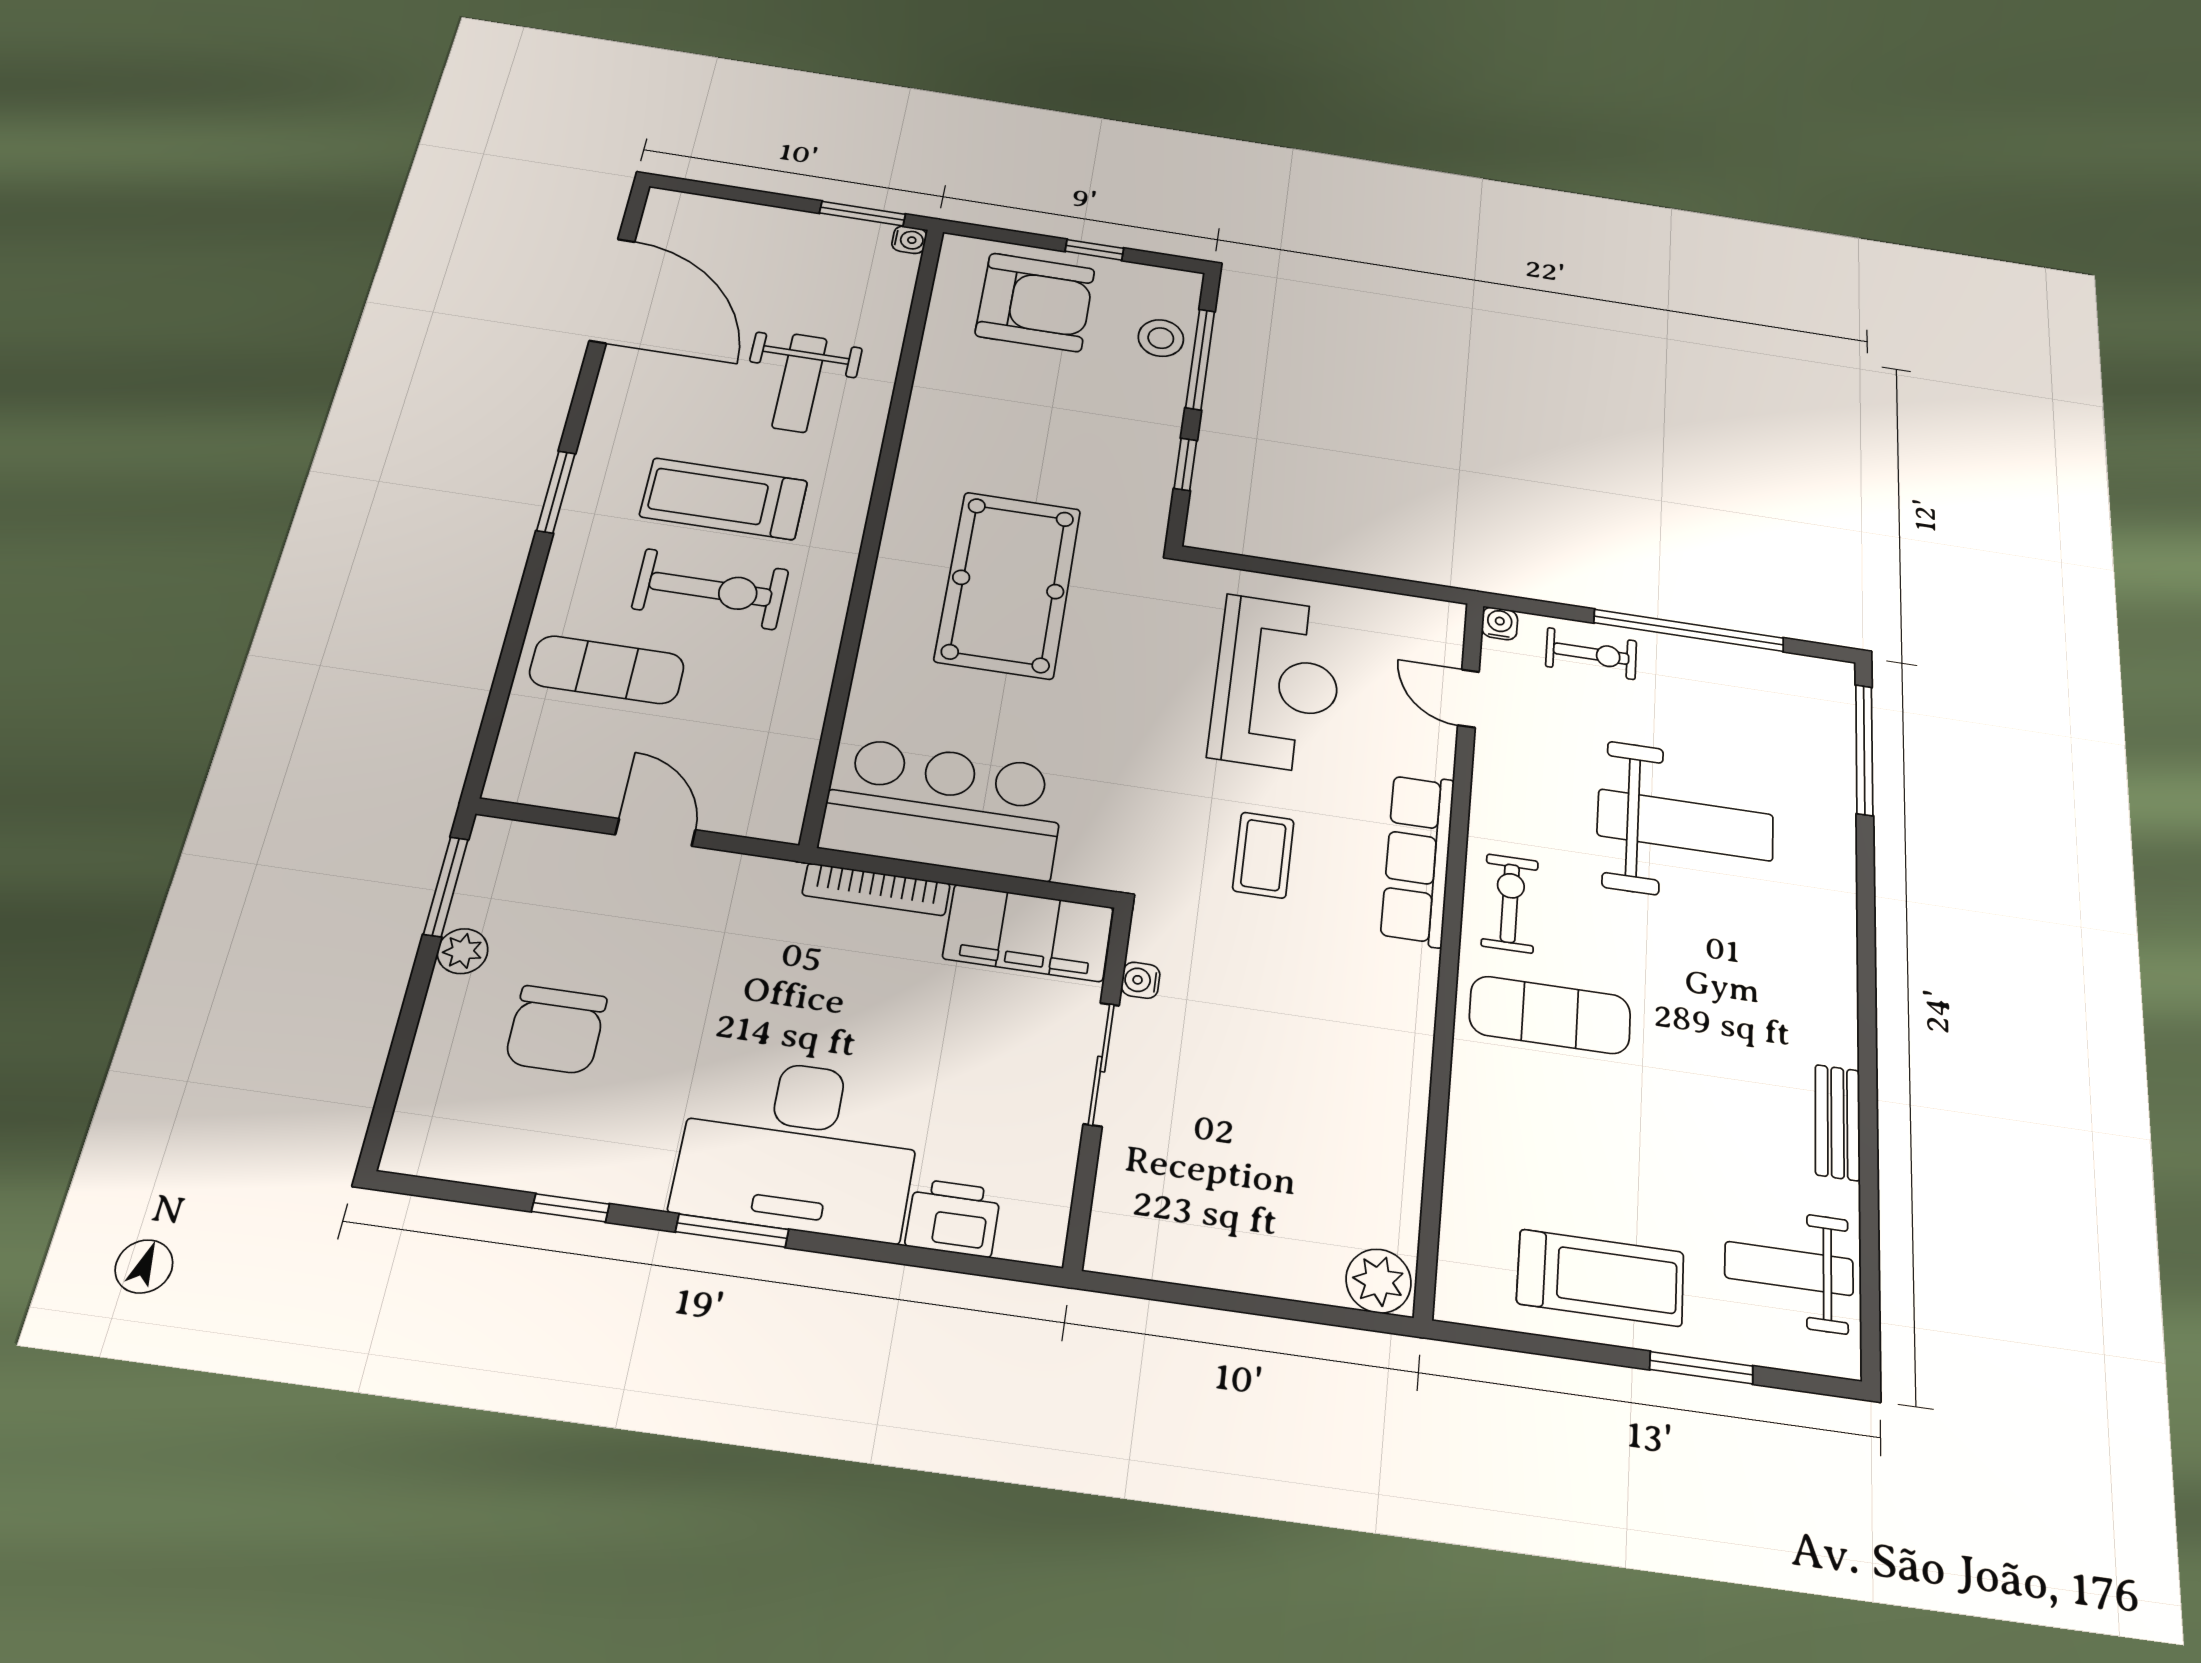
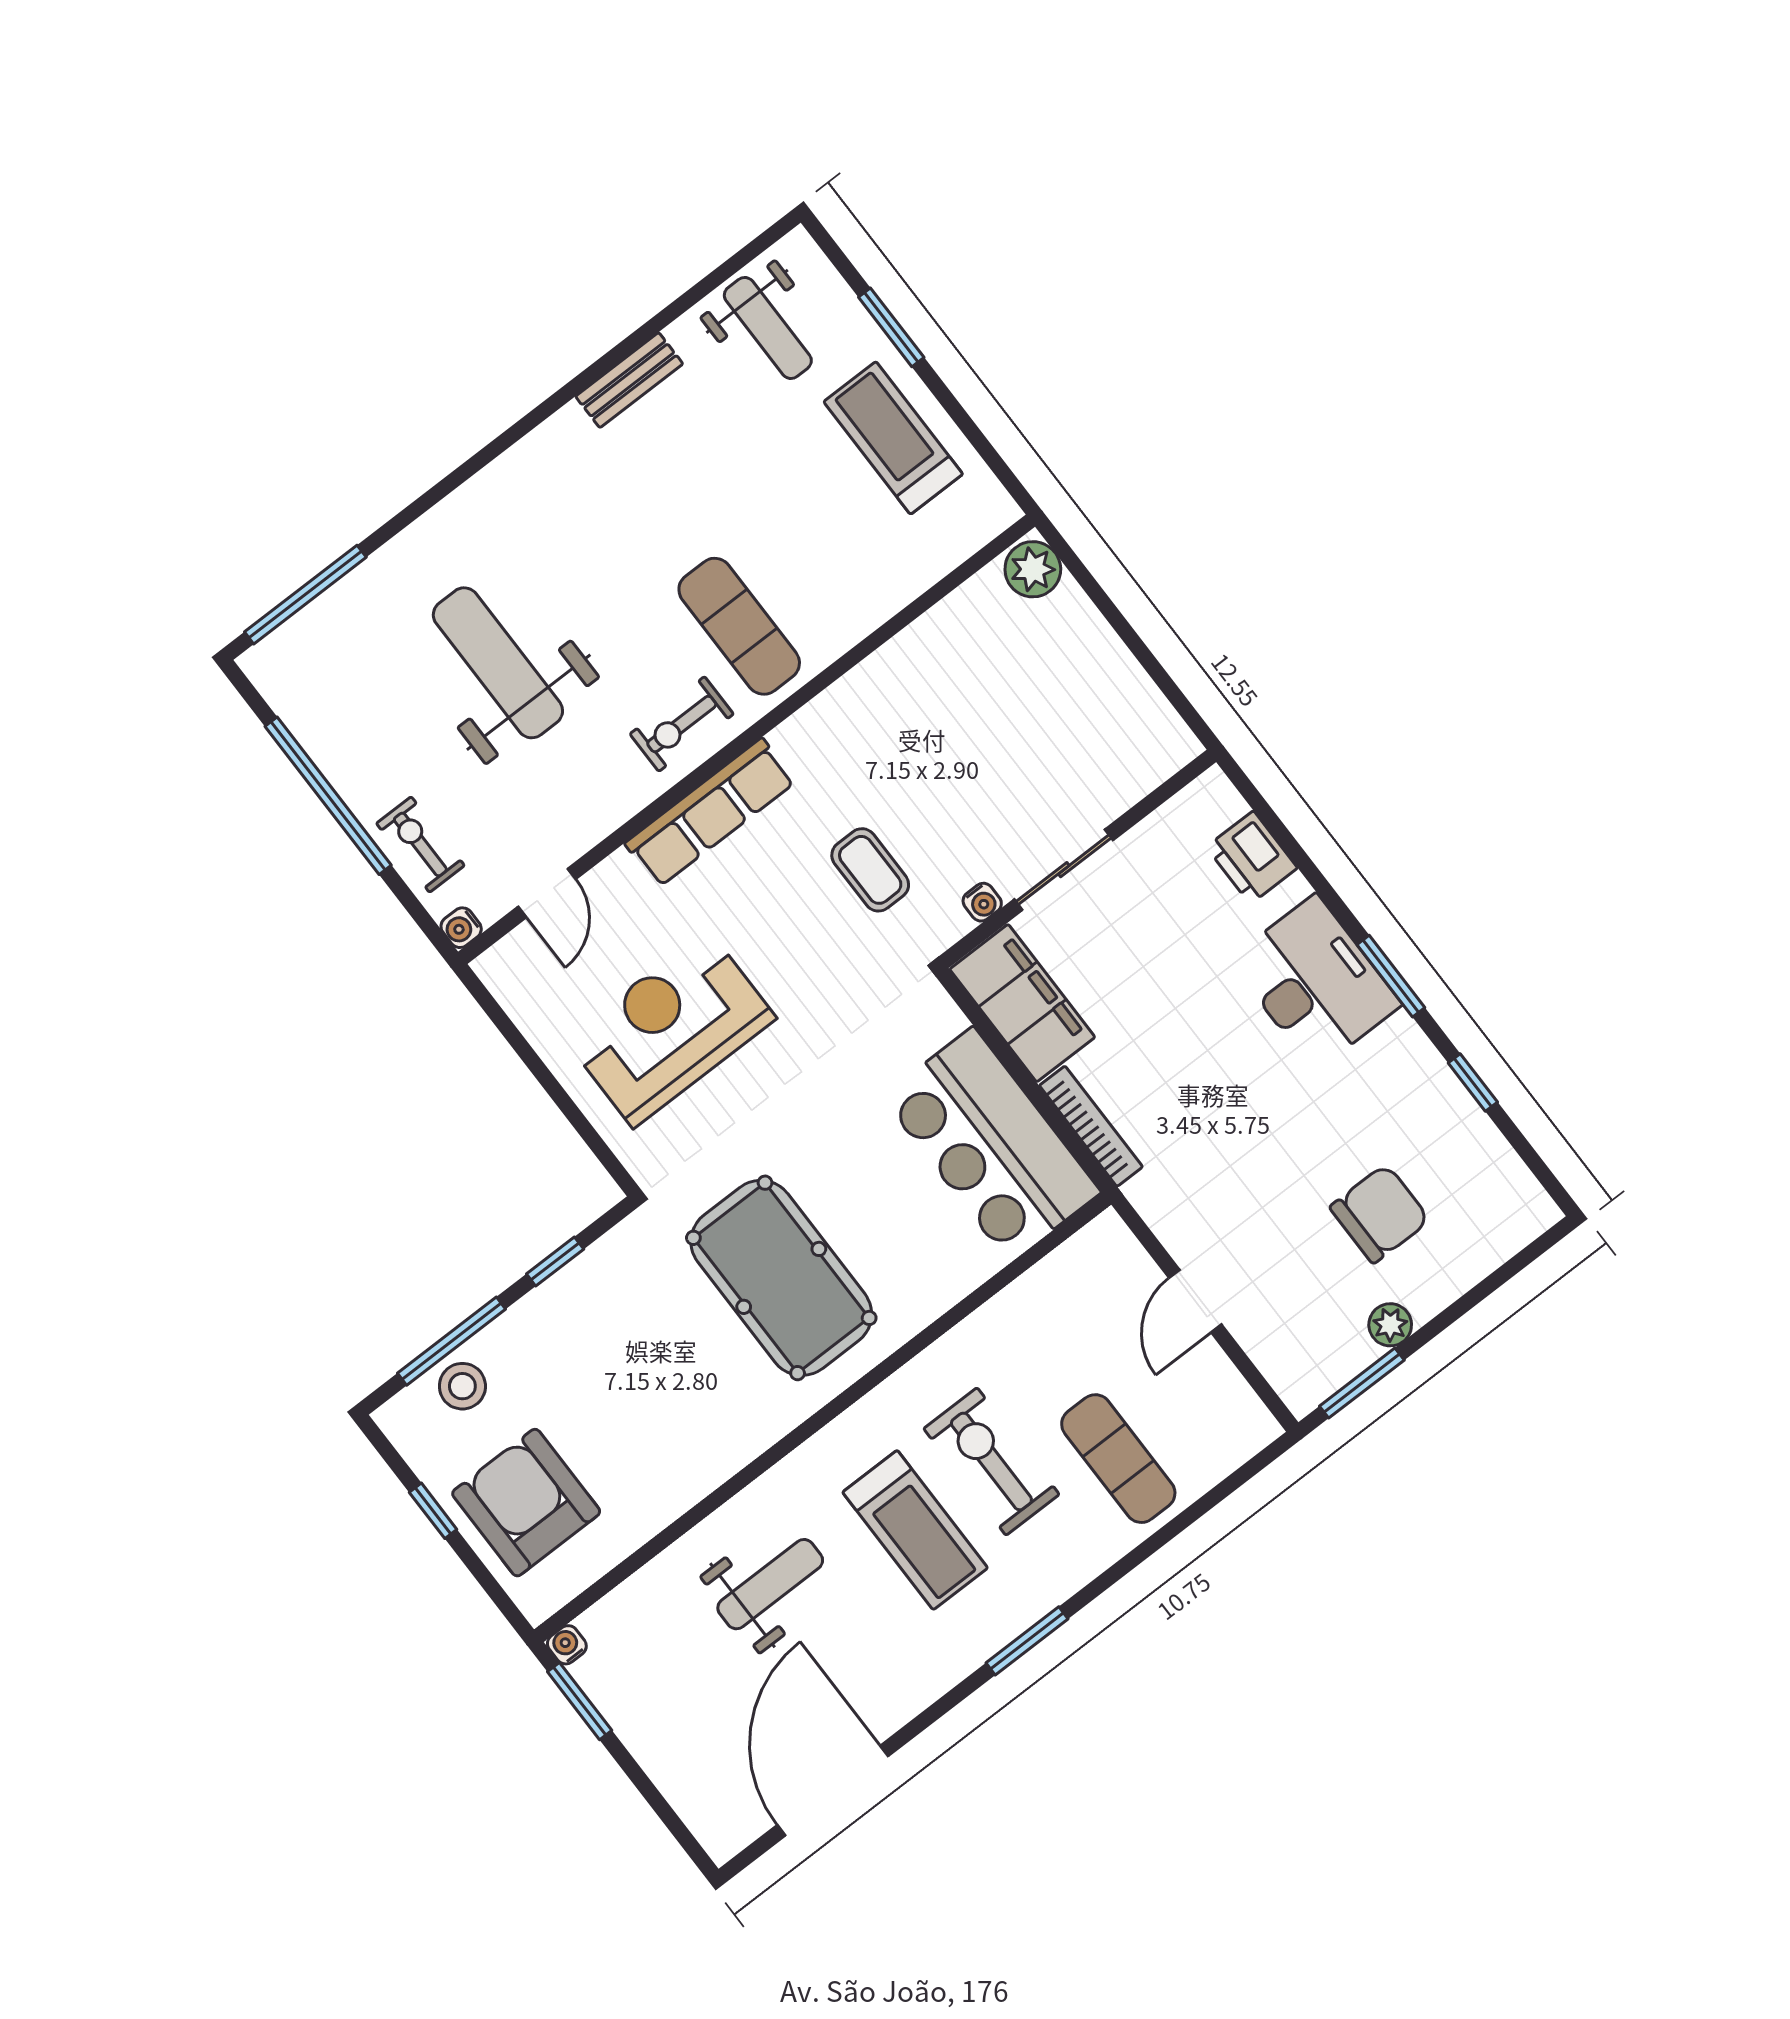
pool table: (1008, 584) -> (781, 1278), turned 90
coffee table: (1263, 855) -> (870, 870), moved, turned 90
desk: (799, 1147) -> (1315, 982), width x0.73, depth x0.77

